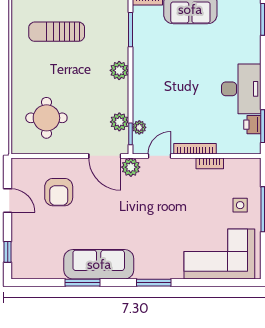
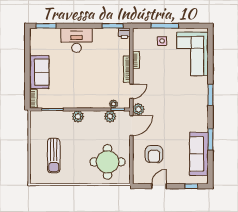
desk: (241, 89) -> (76, 40), moved
round table: (46, 118) -> (108, 162), width x1.36, depth x1.36
printer: (252, 125) -> (124, 33), moved
door: (159, 156) -> (131, 91), swing flipped
armchair: (59, 192) -> (154, 154), turned 90
sofa: (99, 264) -> (199, 154), moved

